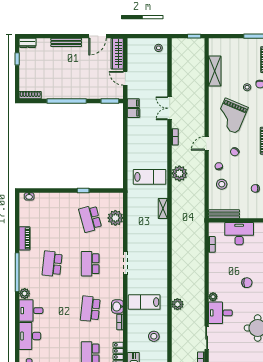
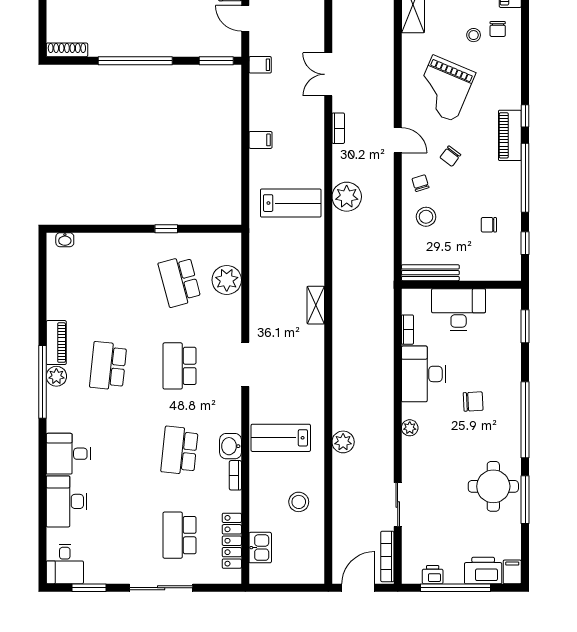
filing cabinet: (133, 113) -> (260, 140), moved
door: (207, 143) -> (398, 140), swing flipped
shelving: (163, 208) -> (316, 305), moved
piano: (24, 238) -> (56, 343), moved
plant: (25, 293) -> (56, 376), moved
desk: (220, 313) -> (424, 374), moved, width x1.37

